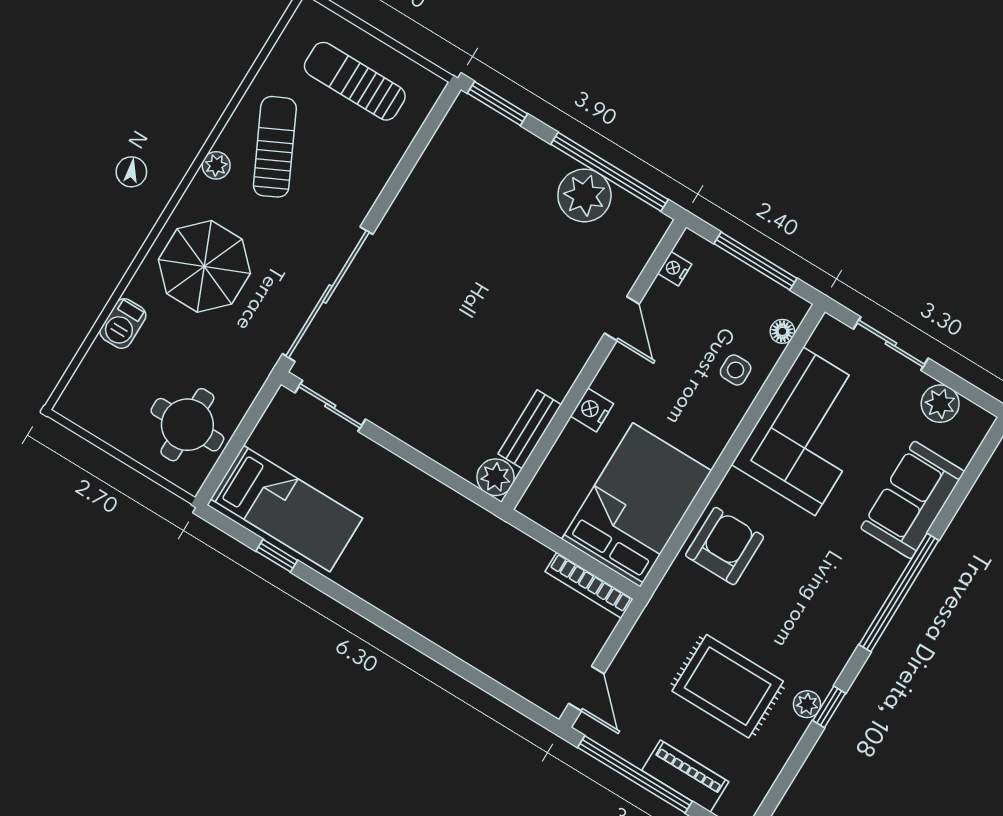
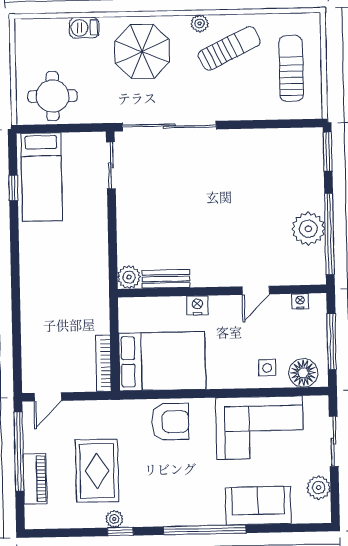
floor lamp: (782, 331) -> (303, 373), width x1.89, depth x1.89

